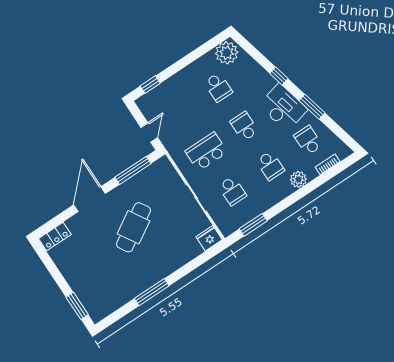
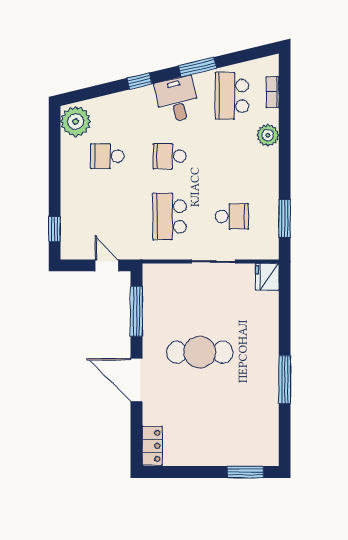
school desk: (218, 87) -> (107, 156), turned 180
desk: (283, 107) -> (177, 99), width x0.73
school desk: (308, 140) -> (232, 96), width x1.85
school desk: (270, 166) -> (232, 156), removed
cafe table: (134, 227) -> (200, 352), turned -59

